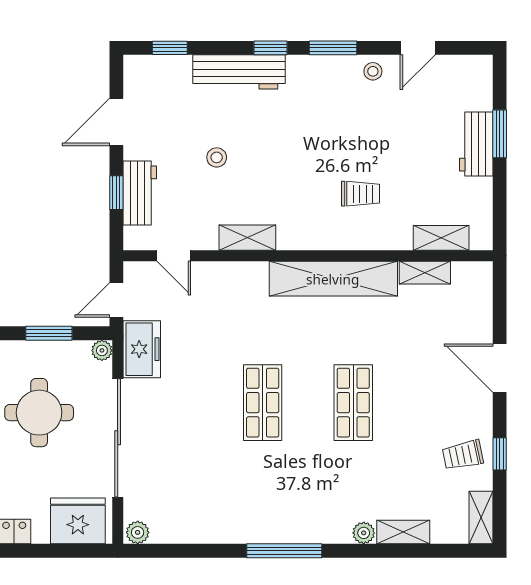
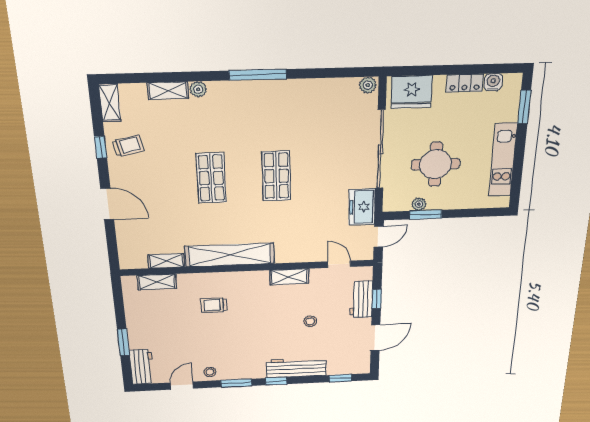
workbench: (476, 144) -> (142, 367), moved
plant: (102, 350) -> (419, 204), moved

